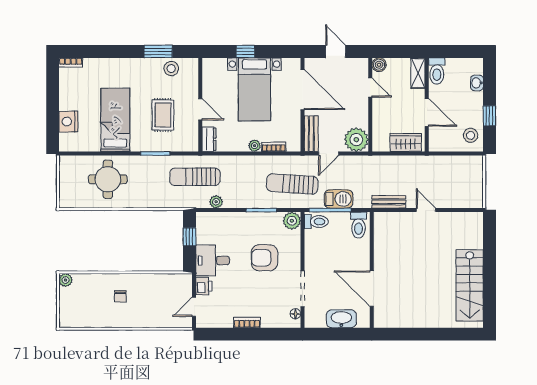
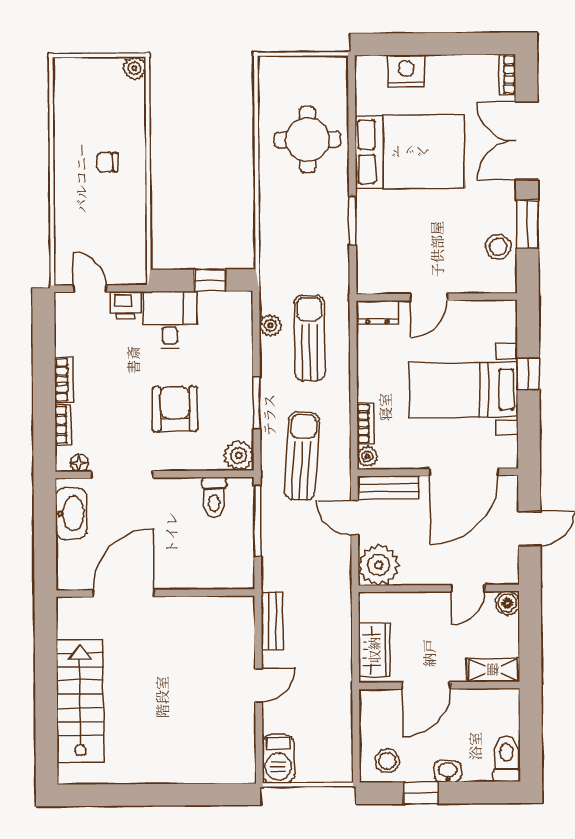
double door: (109, 51) -> (527, 141), added
toilet: (437, 71) -> (506, 759), moved, turned 90
washbasin: (477, 83) -> (448, 771), moved
rug: (163, 115) -> (418, 233), removed
bed: (115, 120) -> (410, 152), width x1.50
plant: (255, 146) -> (368, 456), moved
sun lounger: (195, 177) -> (310, 338), moved
barbecue: (339, 199) -> (278, 759), moved
toilet: (316, 222) -> (214, 497), moved
toilet: (358, 225) -> (232, 570), removed
stairs: (470, 285) -> (80, 701), moved, turned 90
washbasin: (341, 319) -> (71, 513), moved
bookcase: (273, 323) -> (63, 425), added

